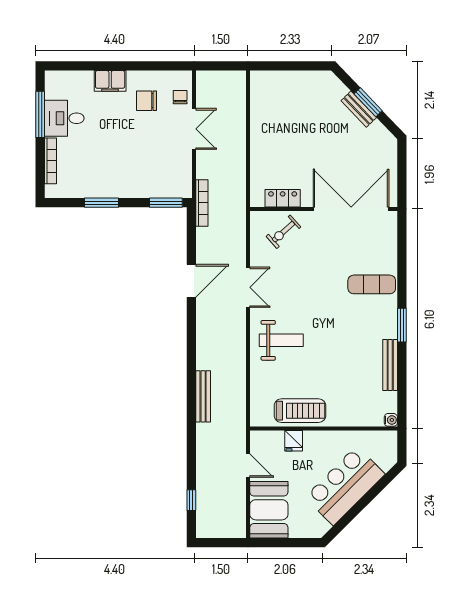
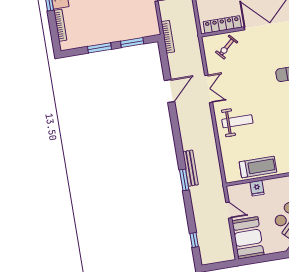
locker: (283, 198) -> (222, 25), width x1.53
window: (166, 203) -> (132, 42), moved
window: (191, 412) -> (184, 180), added

